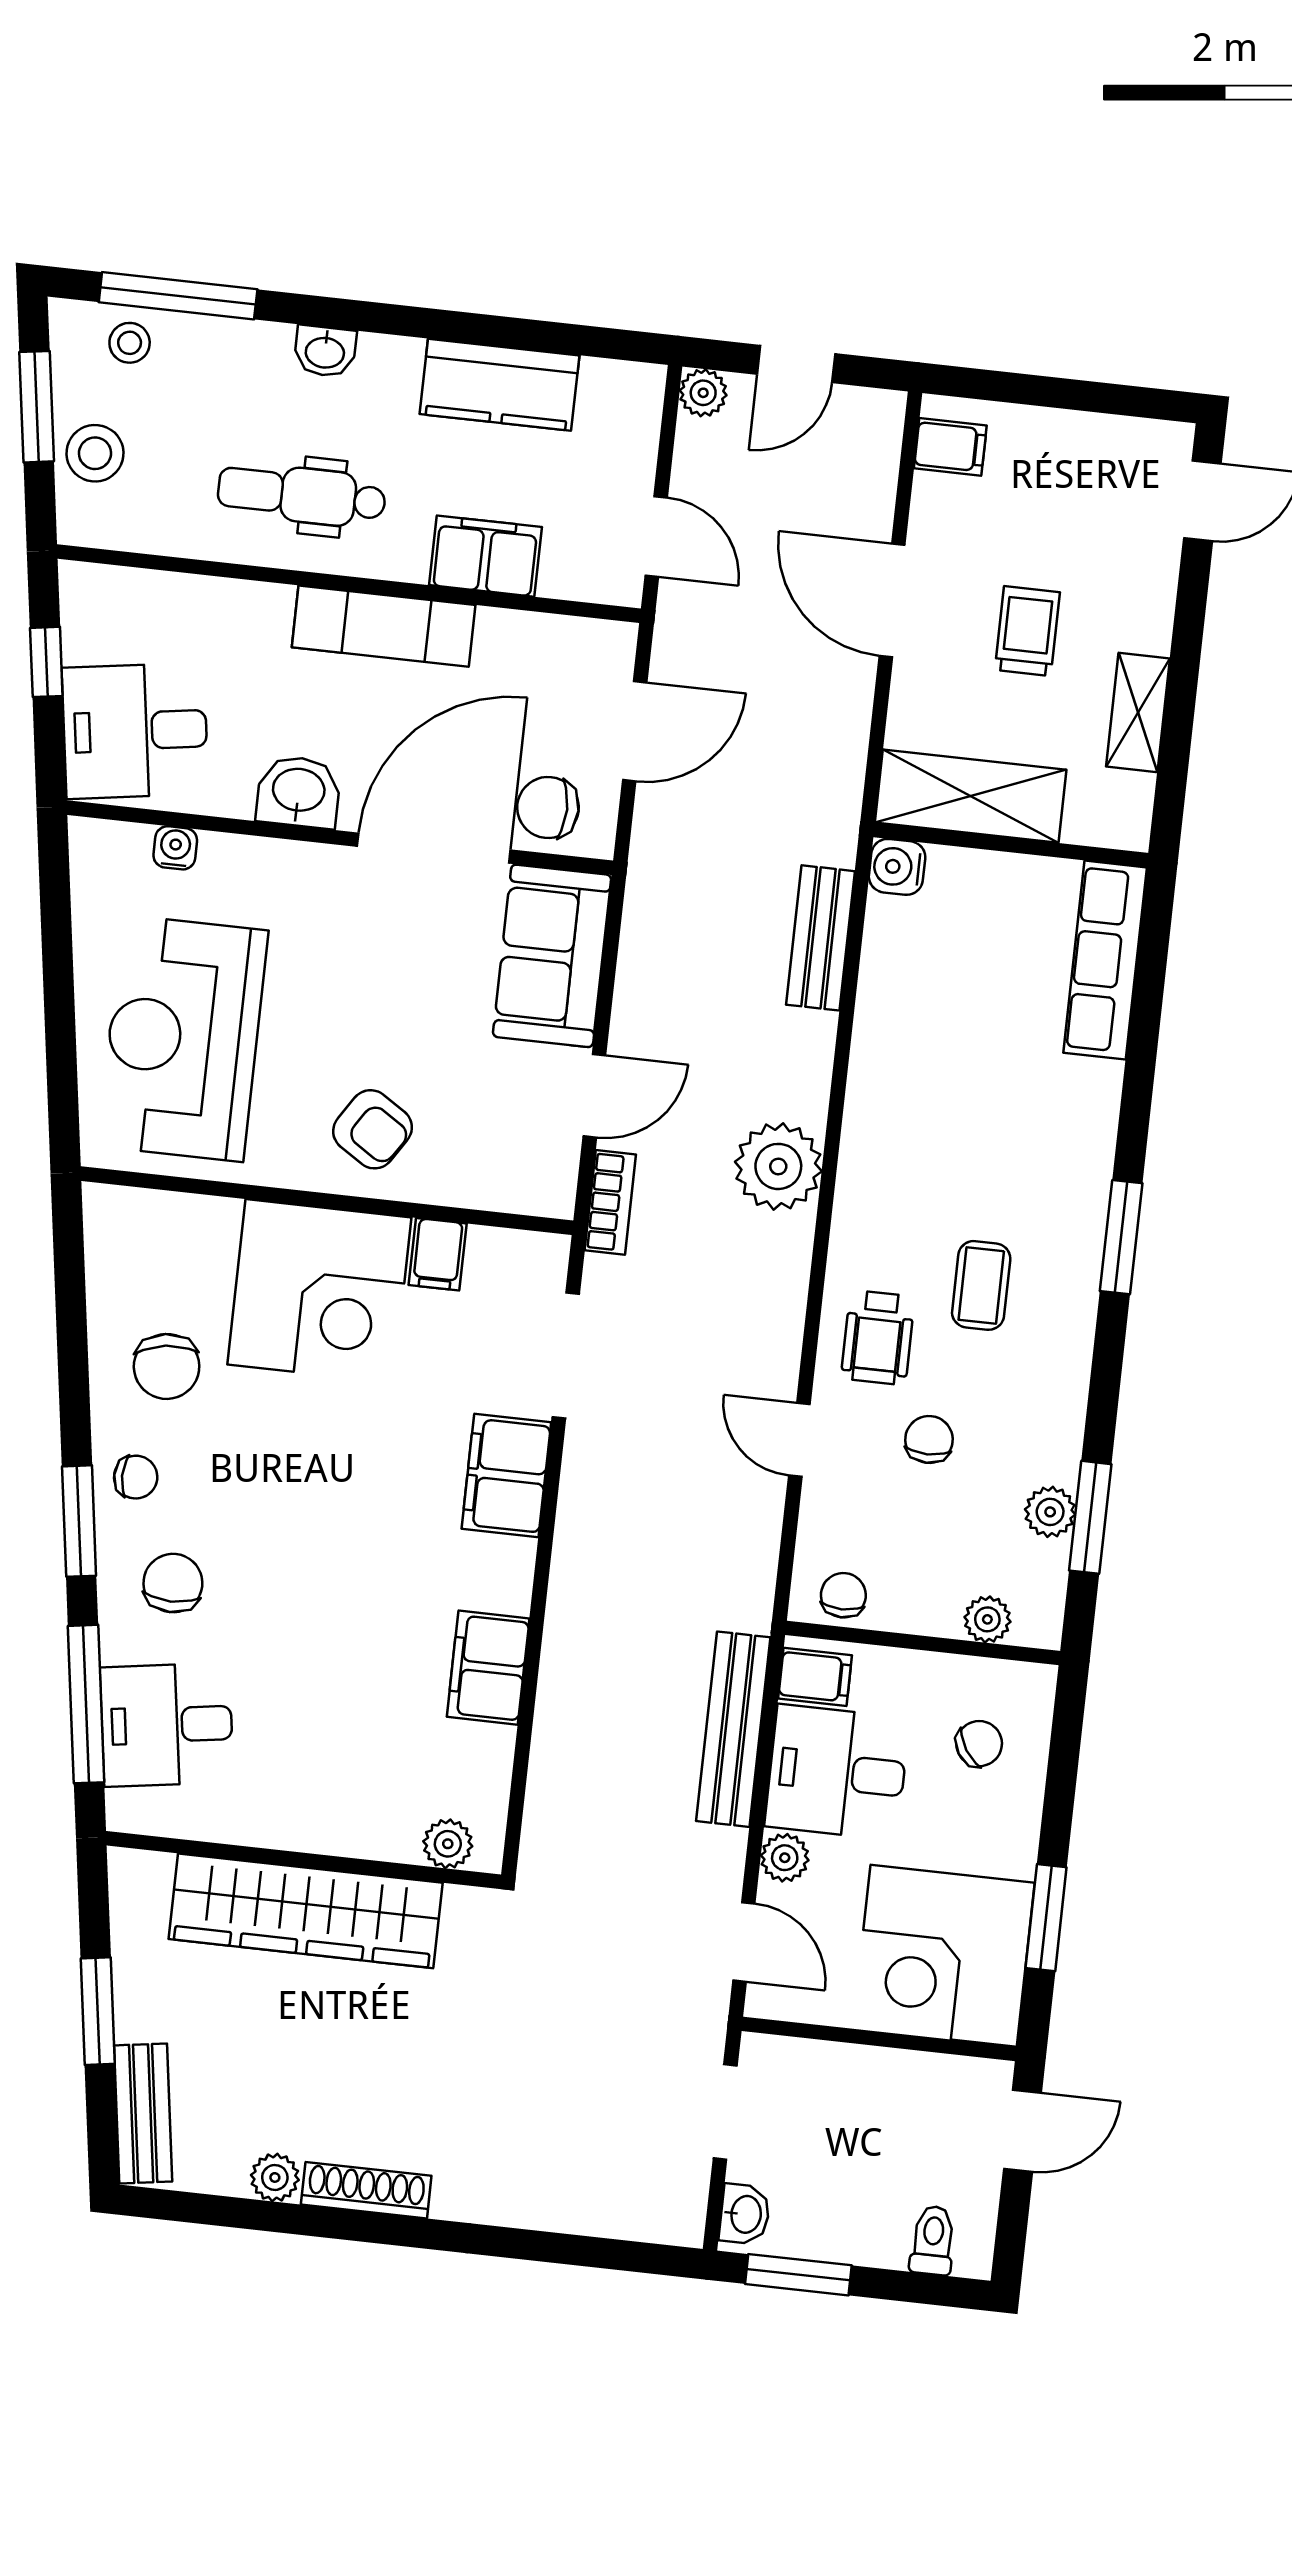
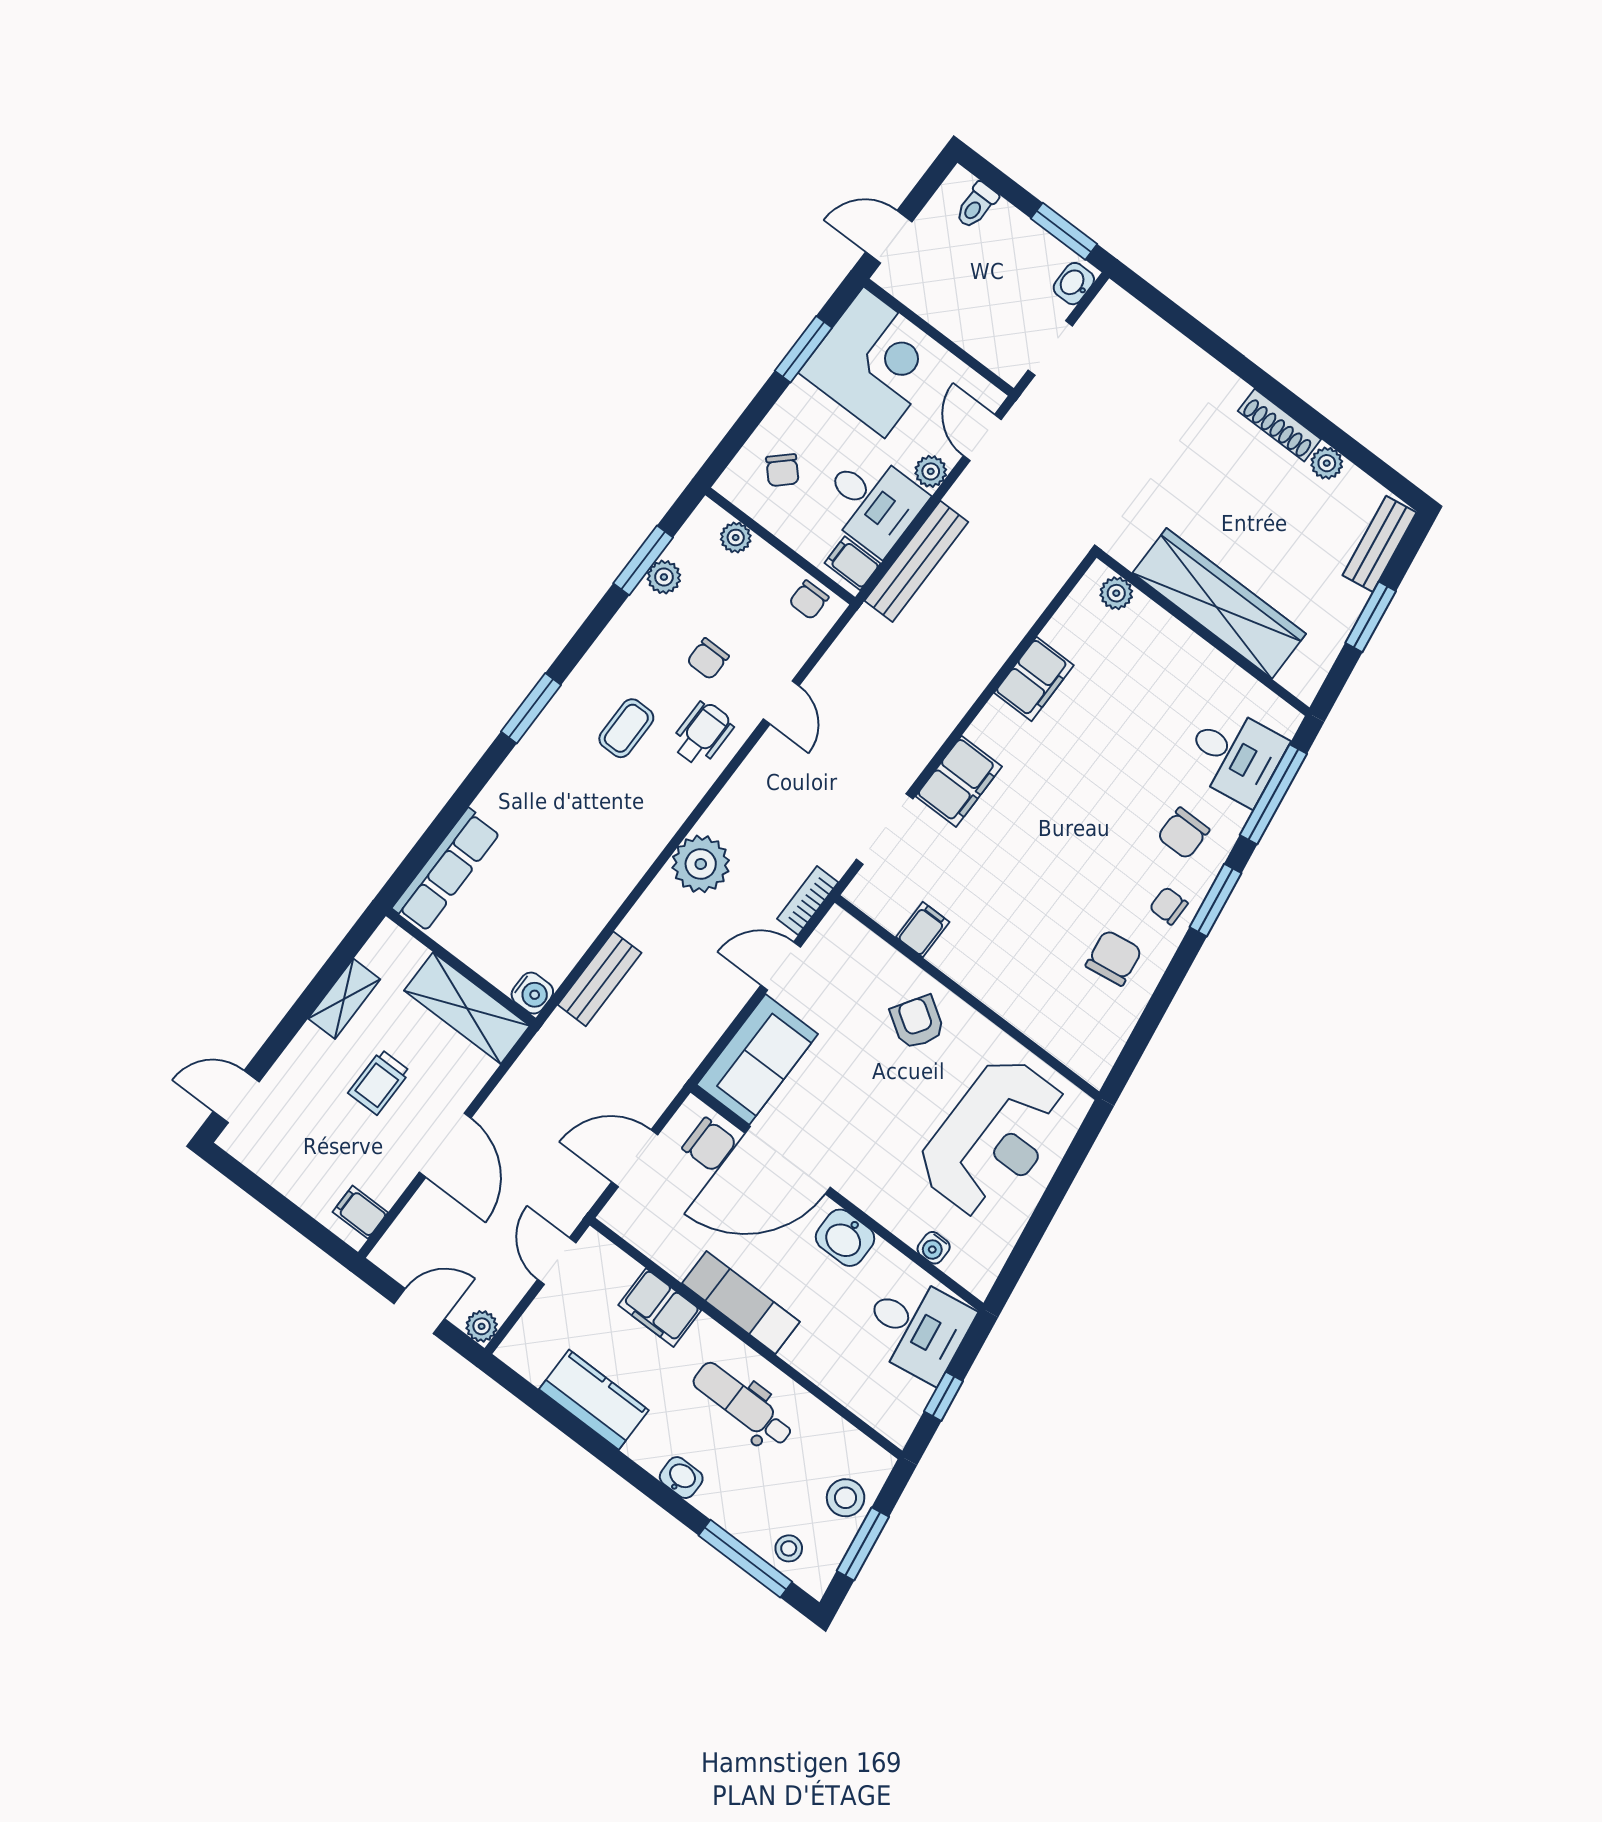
dental chair: (302, 495) -> (743, 1404), turned 180
corner desk: (319, 1291) -> (1002, 949), removed
chair: (979, 1744) -> (782, 470), turned -100

